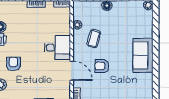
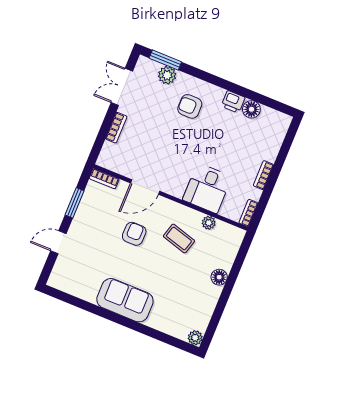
desk: (57, 48) -> (207, 188), moved
armchair: (13, 64) -> (190, 106), turned 180

